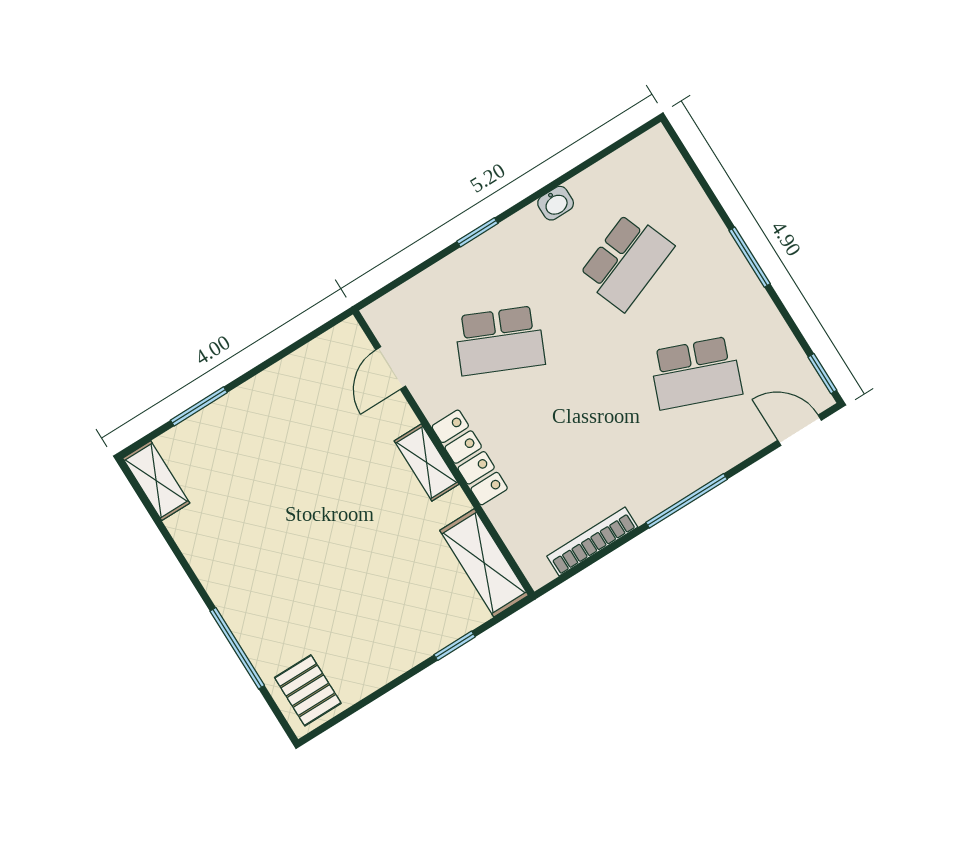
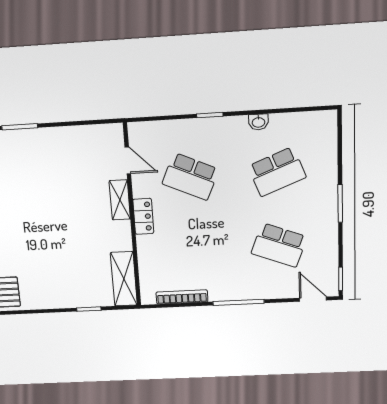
door: (391, 368) -> (128, 160), swing flipped
locker: (470, 457) -> (143, 216), width x0.66
shelving: (427, 463) -> (120, 200), moved

